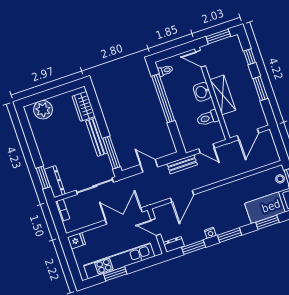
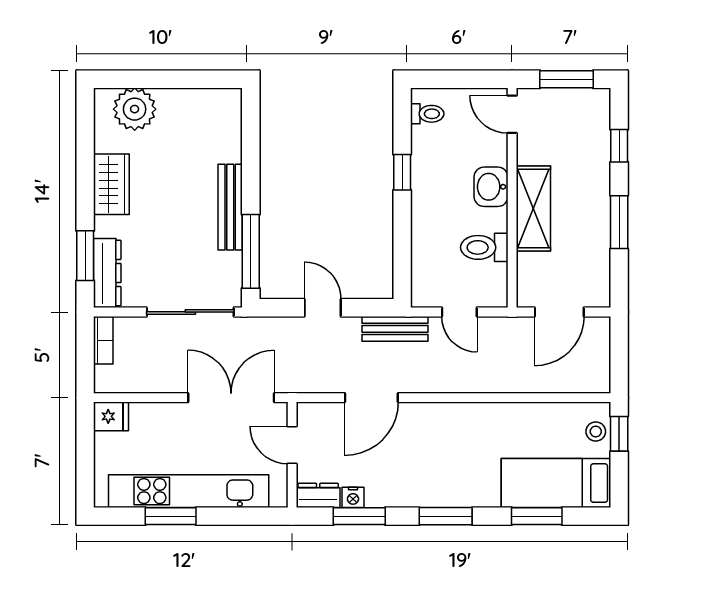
window: (163, 98) -> (402, 172), width x0.32
wardrobe: (84, 106) -> (111, 184), moved, turned 180
nightstand: (210, 233) -> (353, 497), moved

